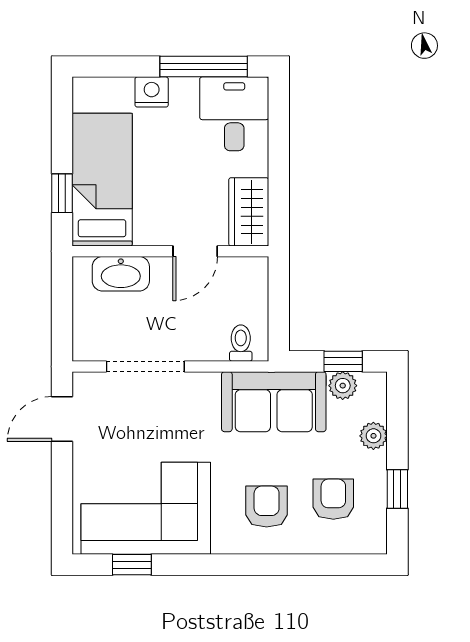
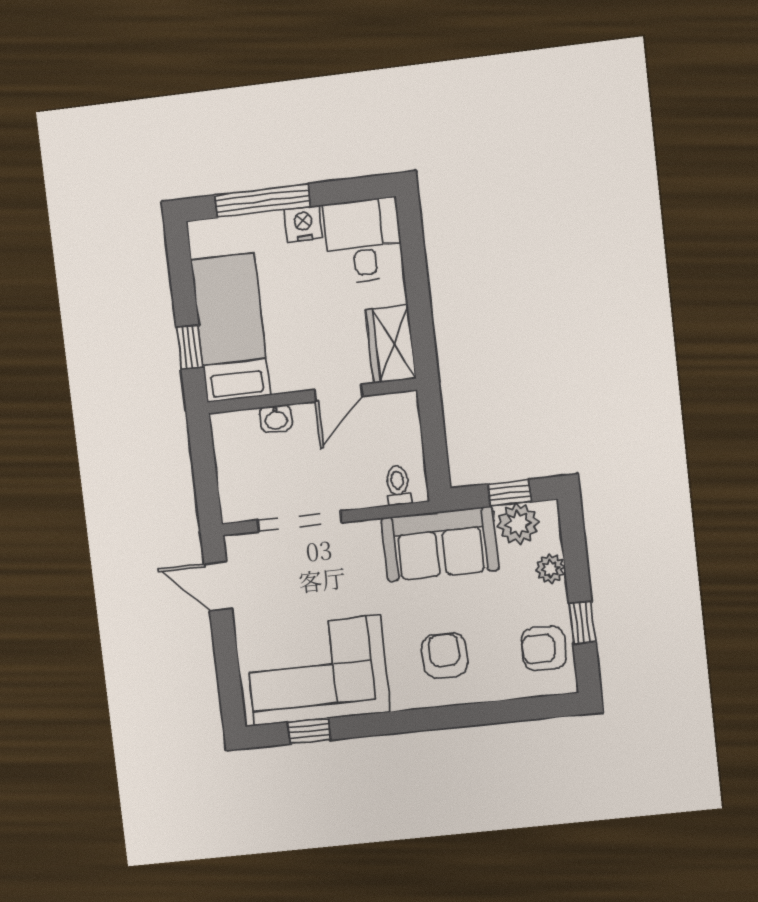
window: (204, 67) -> (262, 201), moved
nightstand: (152, 92) -> (303, 224), moved
washbasin: (121, 274) -> (276, 419), width x0.52, depth x0.69
plant: (343, 386) -> (518, 524), width x1.38, depth x1.38
door: (62, 419) -> (218, 586), hinge flipped
armchair: (333, 499) -> (544, 648), moved, turned -90

